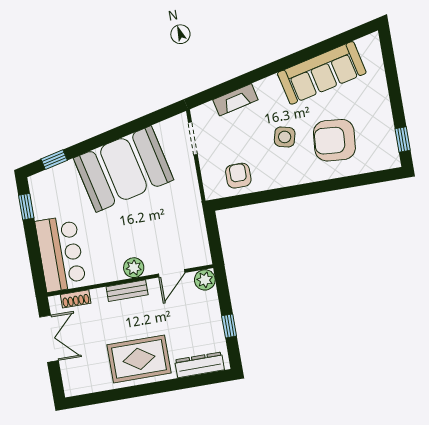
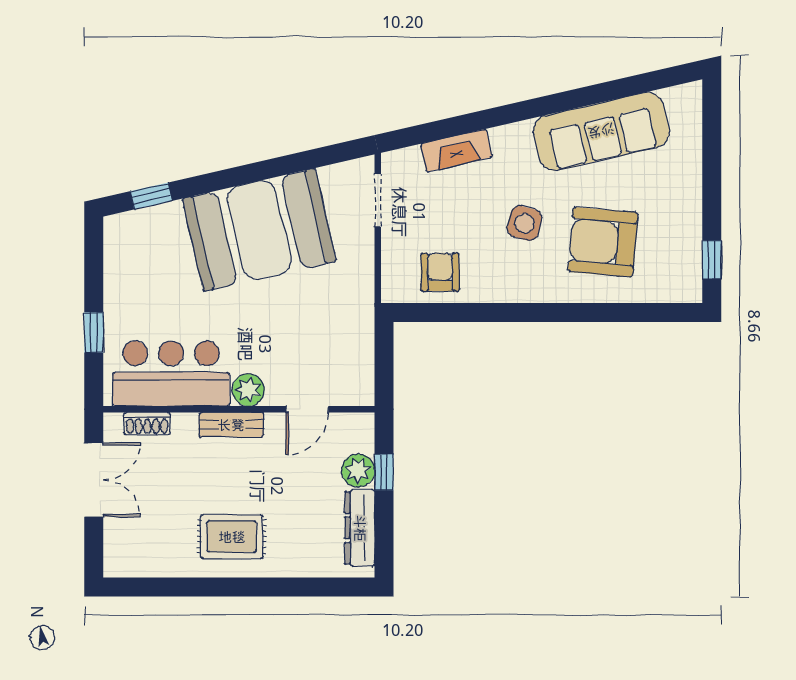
window: (26, 207) -> (94, 332), moved
bar counter: (61, 254) -> (171, 374), moved, turned -90
plant: (205, 280) -> (358, 470), moved
window: (229, 326) -> (384, 472), moved
rug: (139, 359) -> (232, 537), width x0.73, depth x0.70
dresser: (200, 365) -> (360, 528), moved, turned -90

